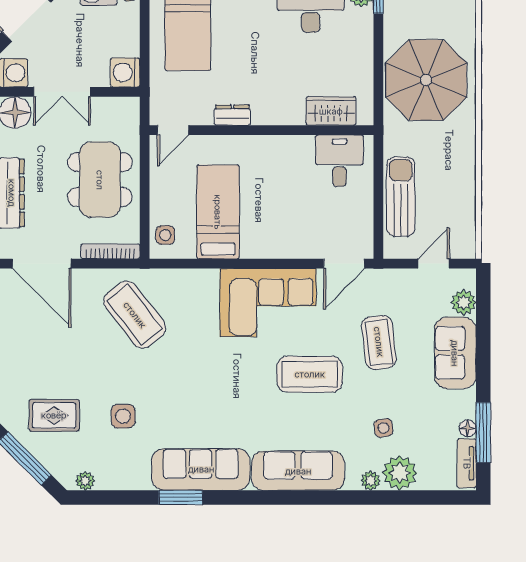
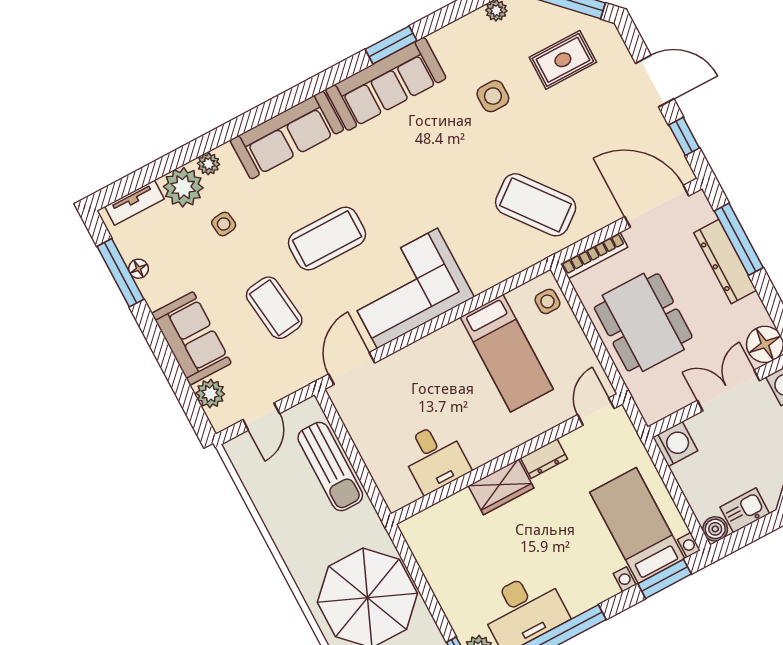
wardrobe: (331, 111) -> (501, 487), moved
desk: (340, 161) -> (435, 458), moved
tv unit: (467, 463) -> (135, 203), moved, turned 90

